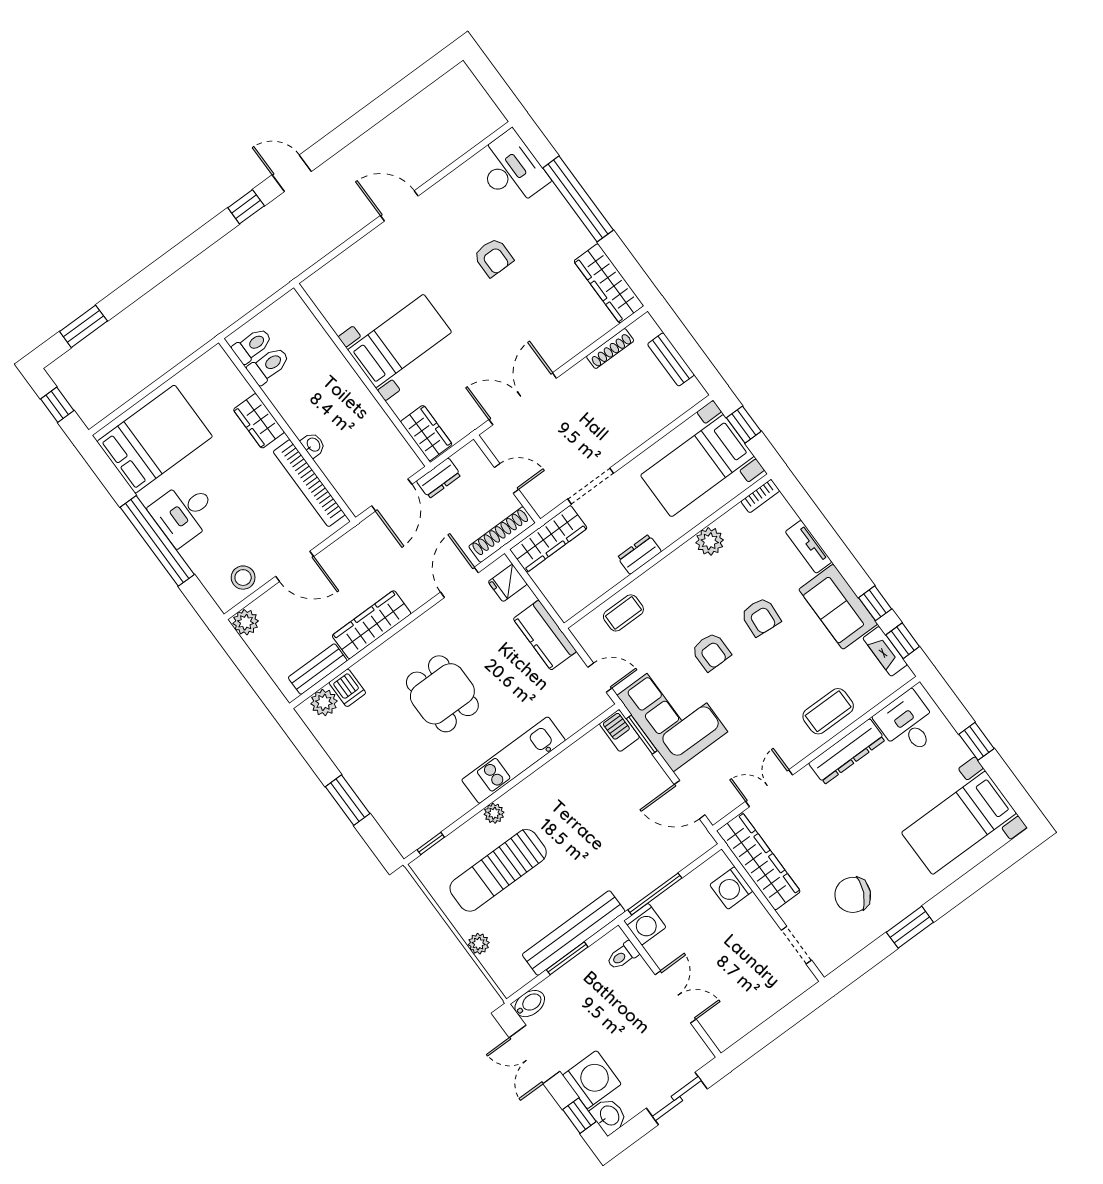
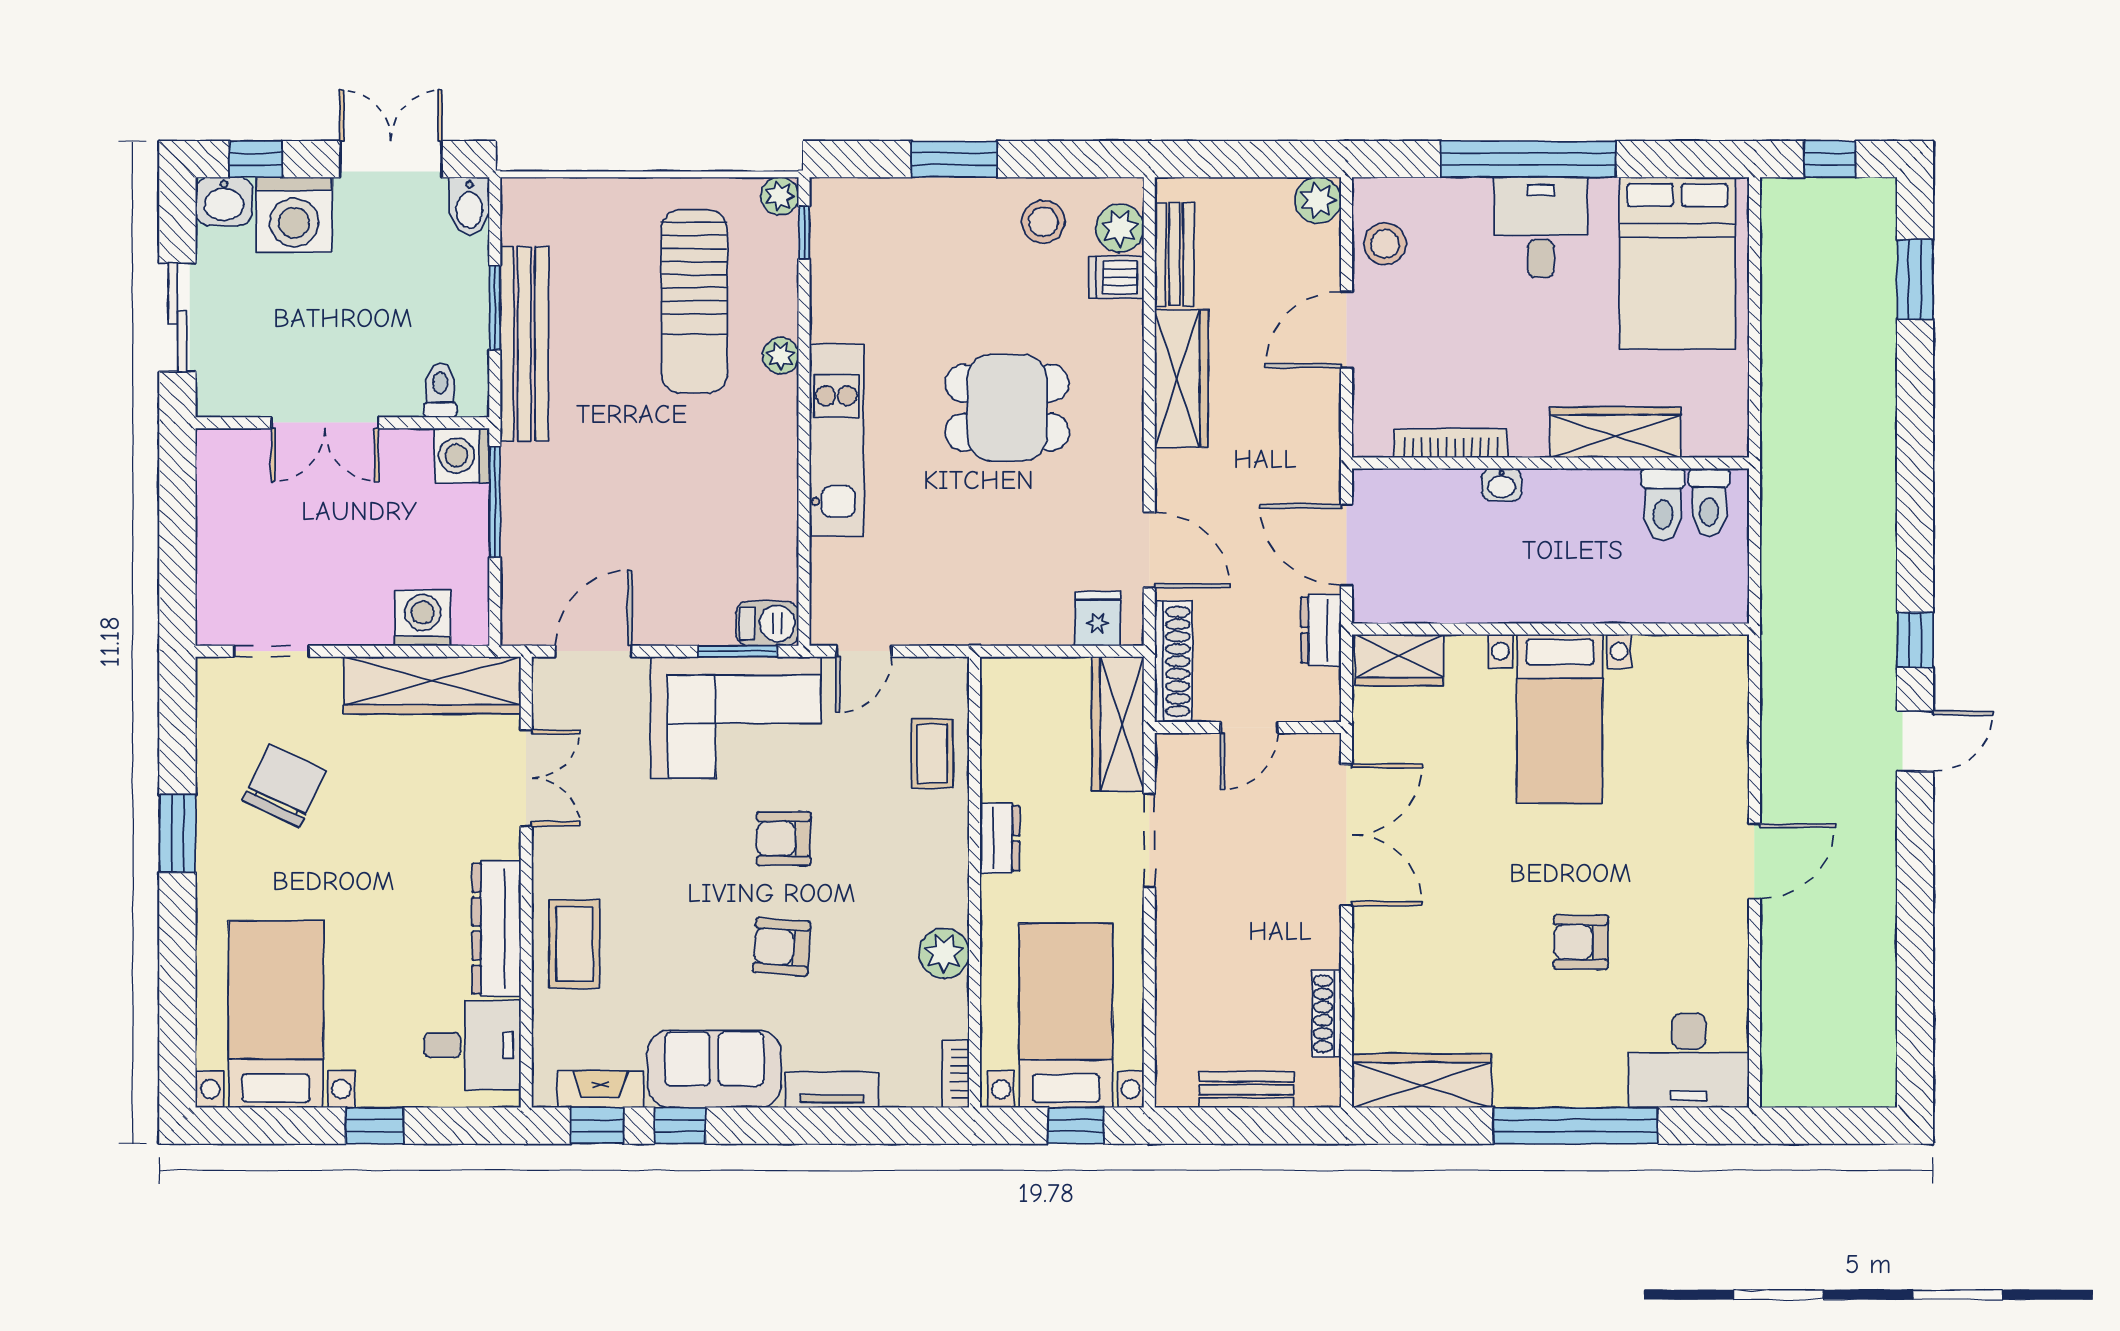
wardrobe: (259, 421) -> (1615, 432), width x1.50
bookcase: (309, 483) -> (1451, 443), width x0.68, depth x0.76
kitchen counter: (545, 635) -> (983, 617), removed
stool: (346, 739) -> (1043, 222), added
sun lounger: (498, 870) -> (694, 301), turned 180
plant: (479, 944) -> (780, 196), moved

